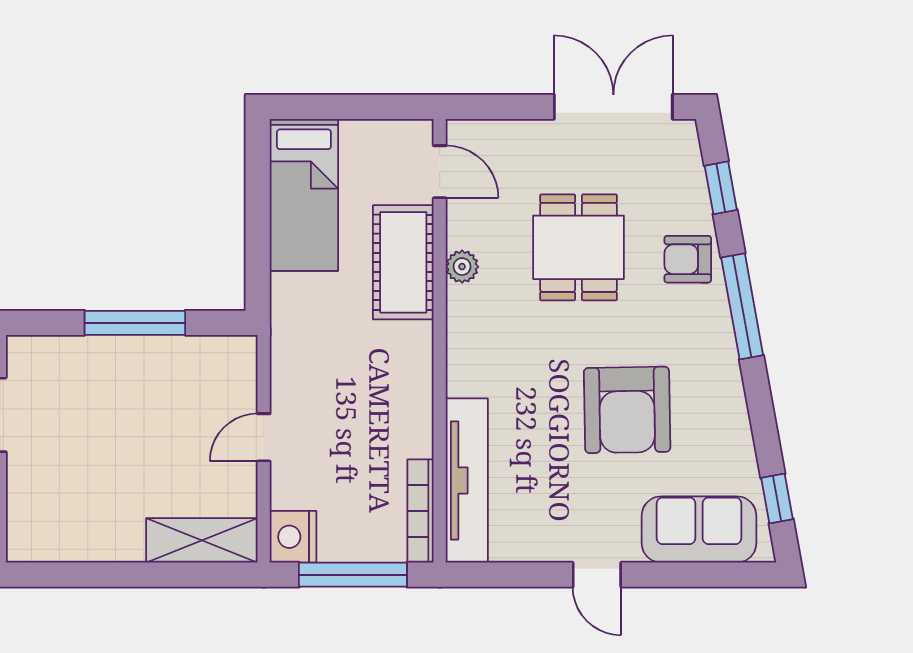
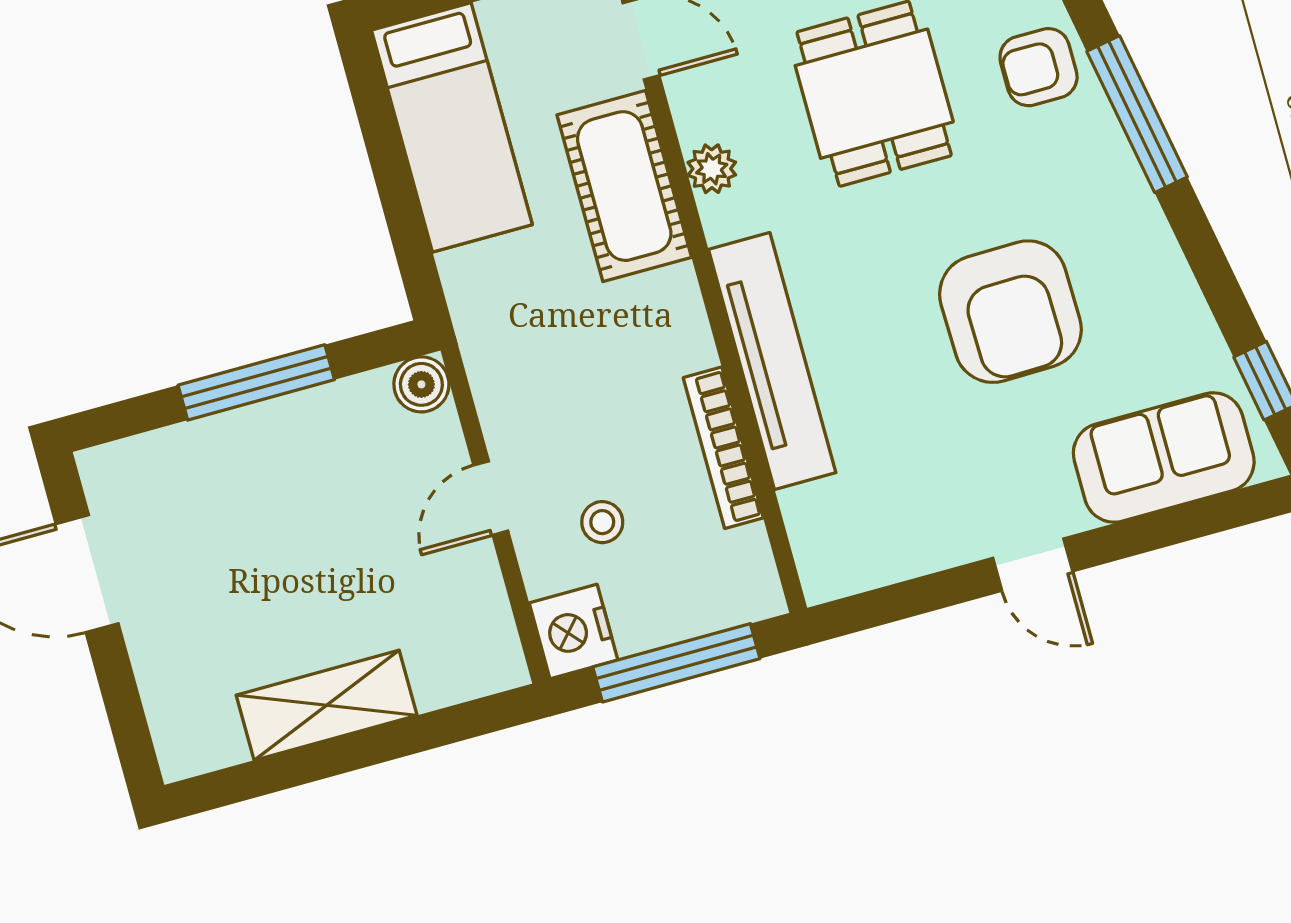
boiler: (240, 353) -> (421, 384), added
stool: (330, 472) -> (602, 522), added
tv unit: (467, 481) -> (772, 361), moved
bookcase: (420, 511) -> (723, 448), moved
shelving: (202, 540) -> (327, 705), moved

